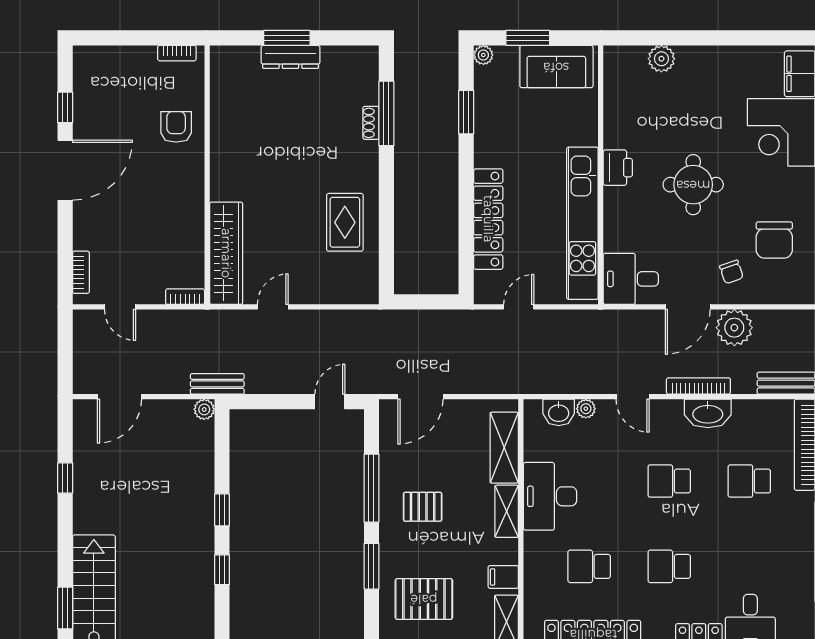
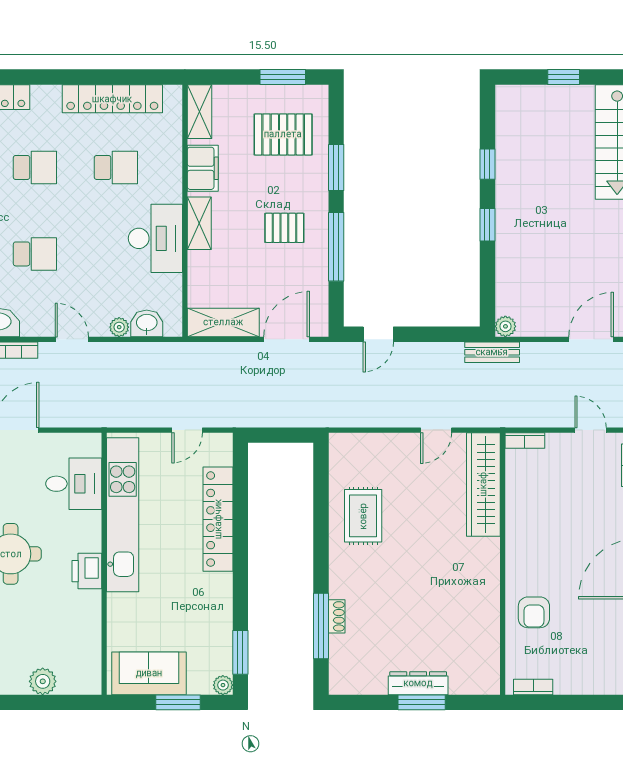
window: (466, 112) -> (240, 652), moved
desk: (631, 279) -> (74, 484), moved
shelving: (504, 448) -> (223, 322), moved, turned 90
filing cabinet: (503, 577) -> (203, 168), width x2.00

